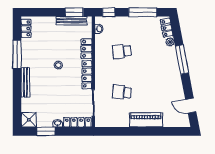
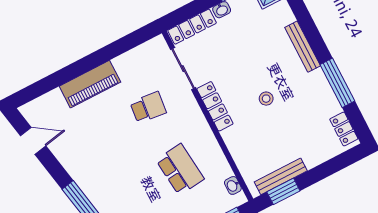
locker: (86, 49) -> (236, 146), removed
school desk: (122, 51) -> (180, 169), width x1.85

